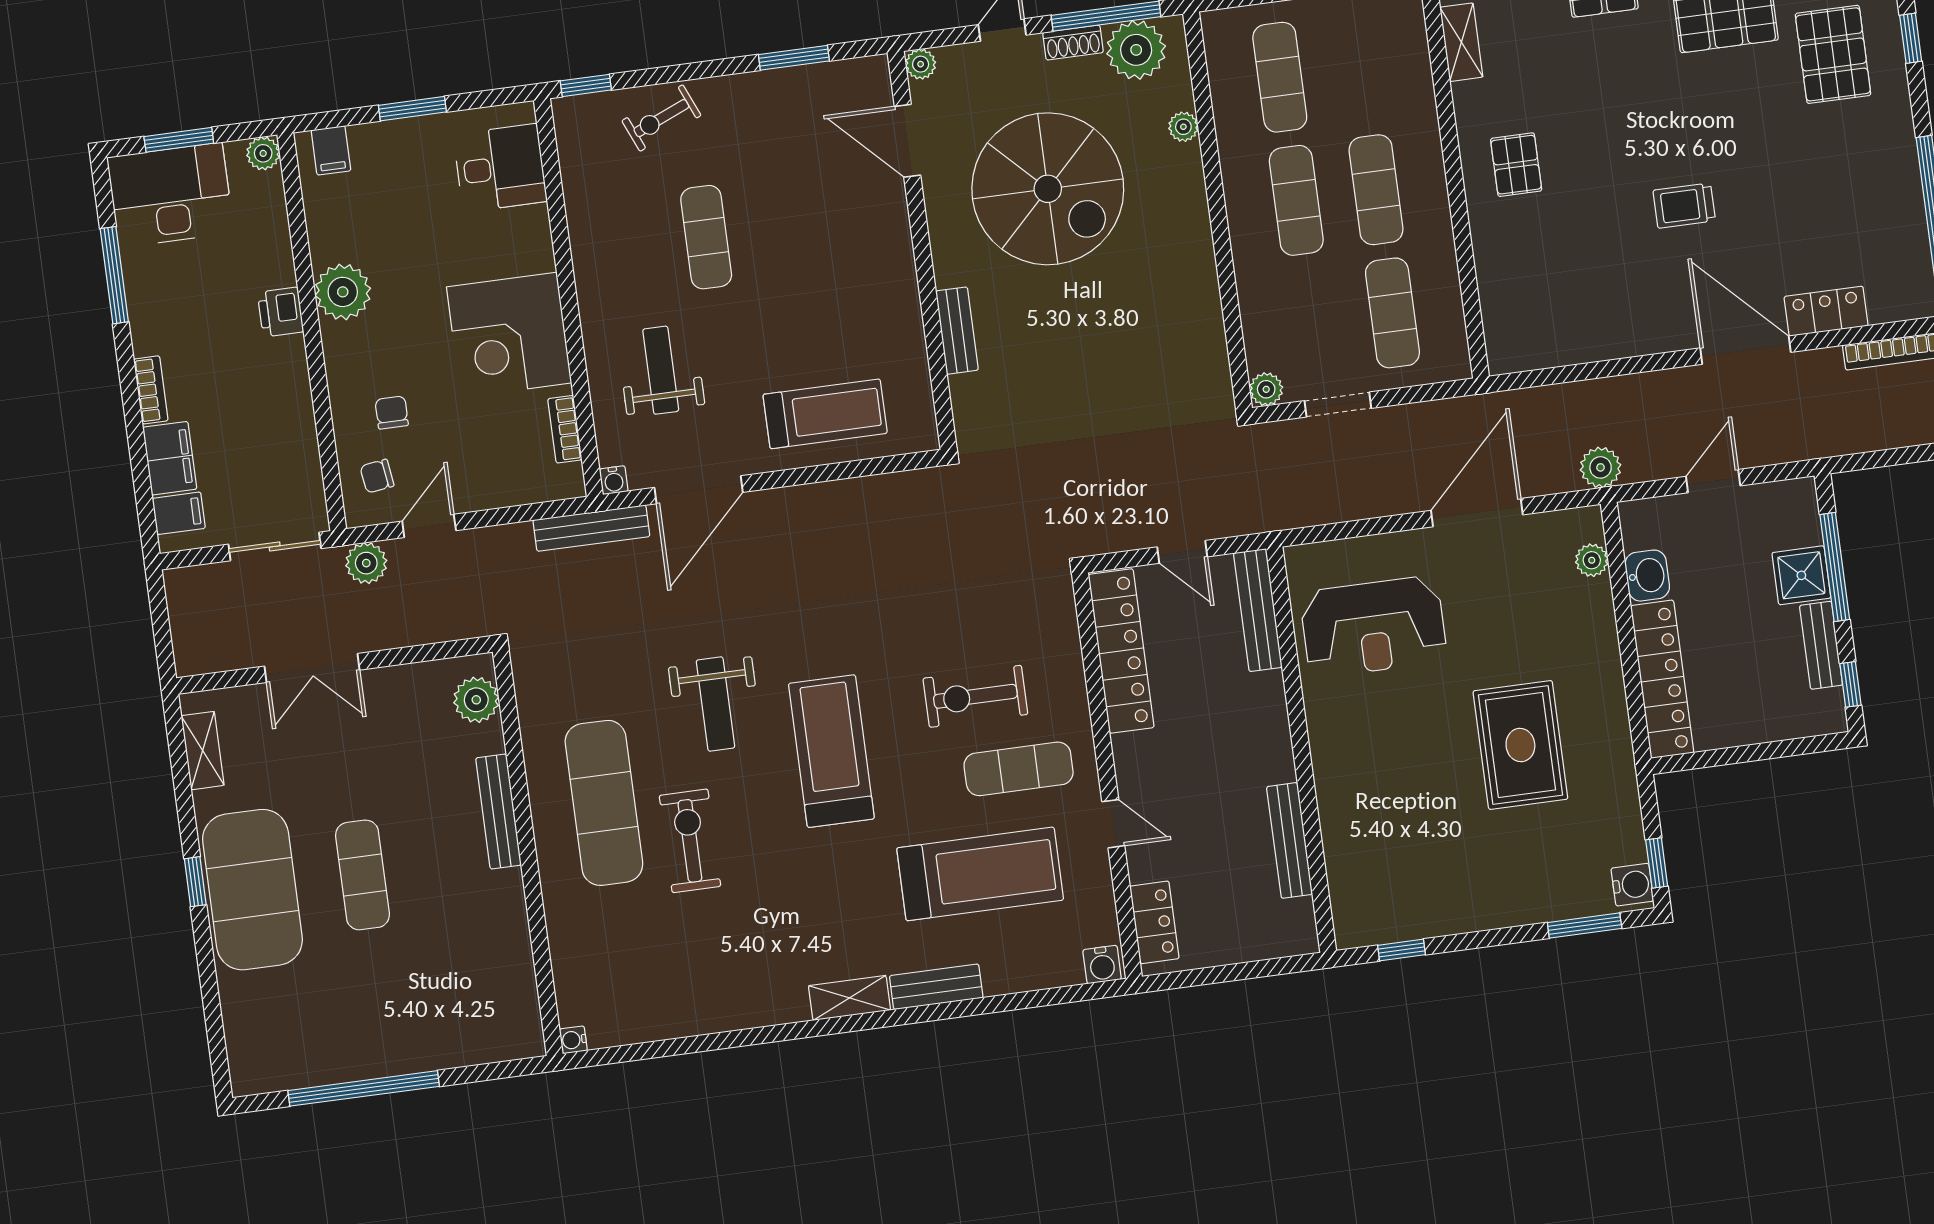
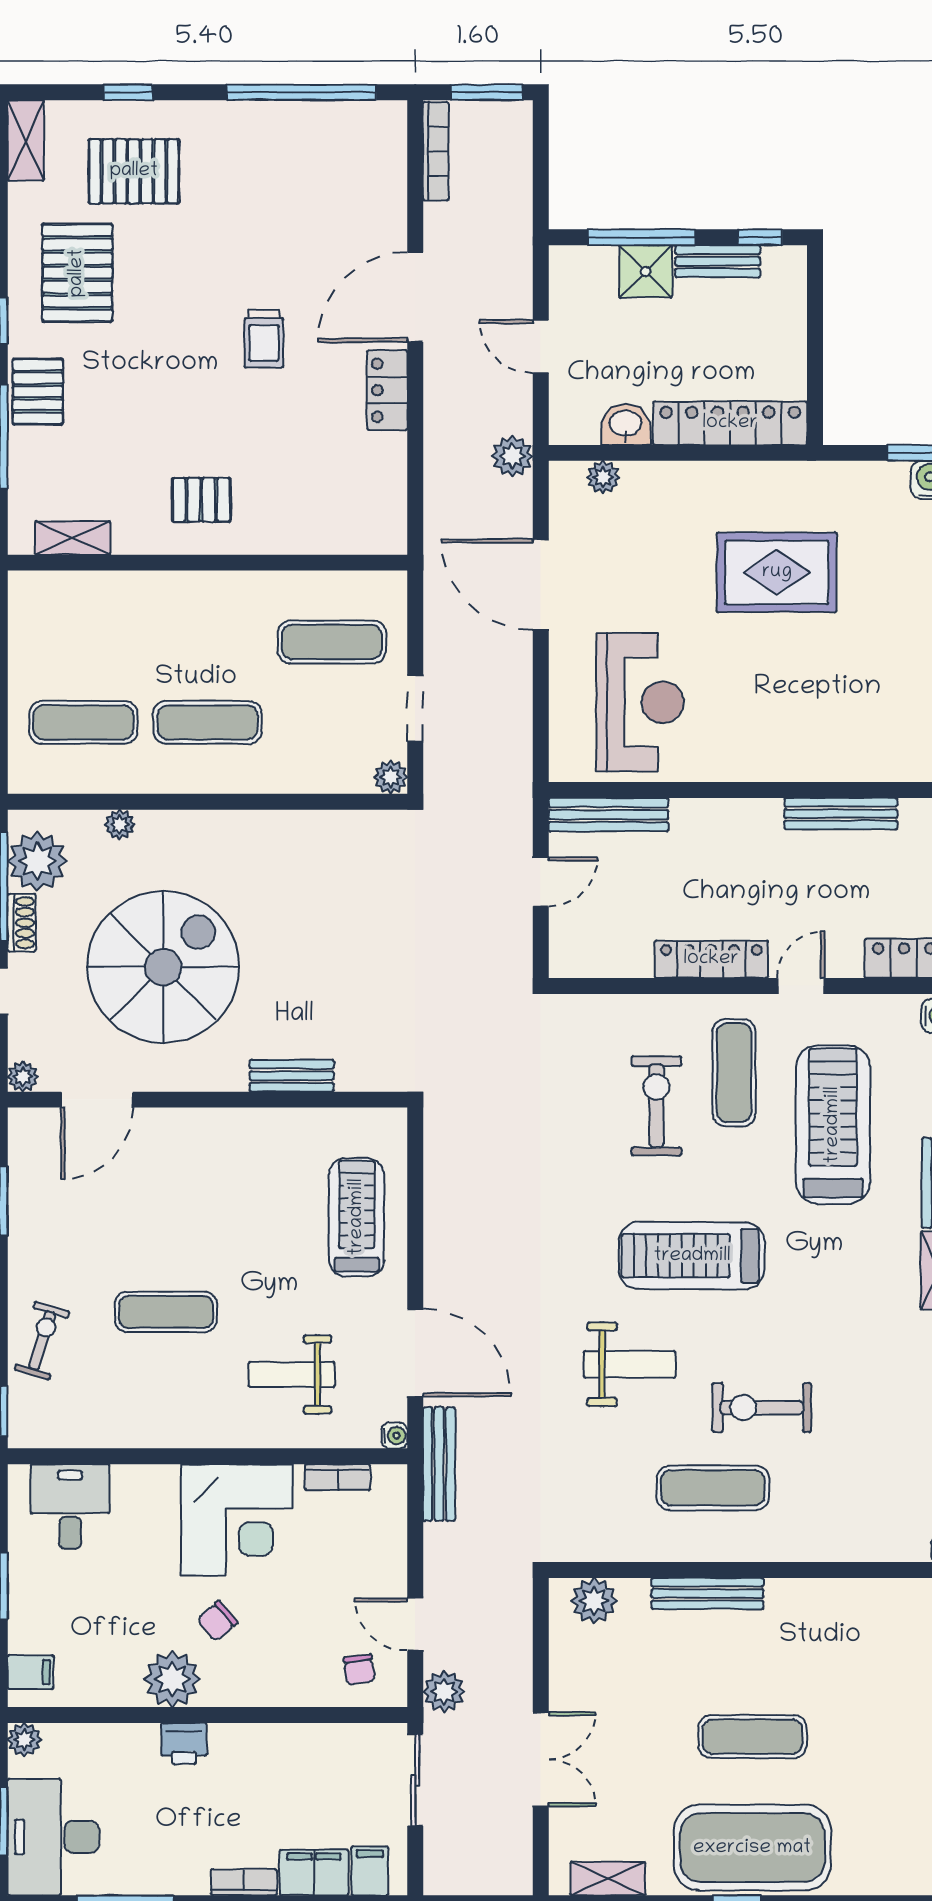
exercise bike: (661, 118) -> (42, 1340), turned -140
exercise mat: (1376, 190) -> (208, 642), removed
locker: (1826, 311) -> (387, 390), moved
chair: (392, 412) -> (217, 1621), moved, turned -41
locker: (1121, 651) -> (711, 959), moved, width x0.71, depth x0.83
exercise bike: (975, 696) -> (656, 1106), turned 180
exercise mat: (604, 803) -> (713, 1488), width x0.73, depth x0.69

